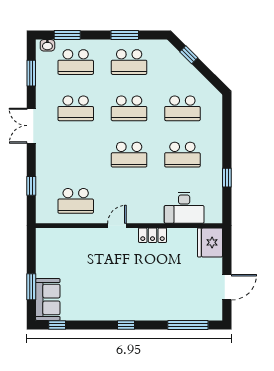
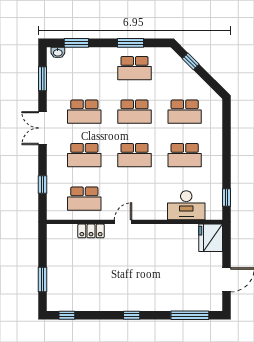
school desk: (76, 62) -> (84, 155), moved
window: (227, 178) -> (226, 198), moved
locker: (153, 235) -> (91, 231), moved
sofa: (48, 299) -> (58, 291), removed

